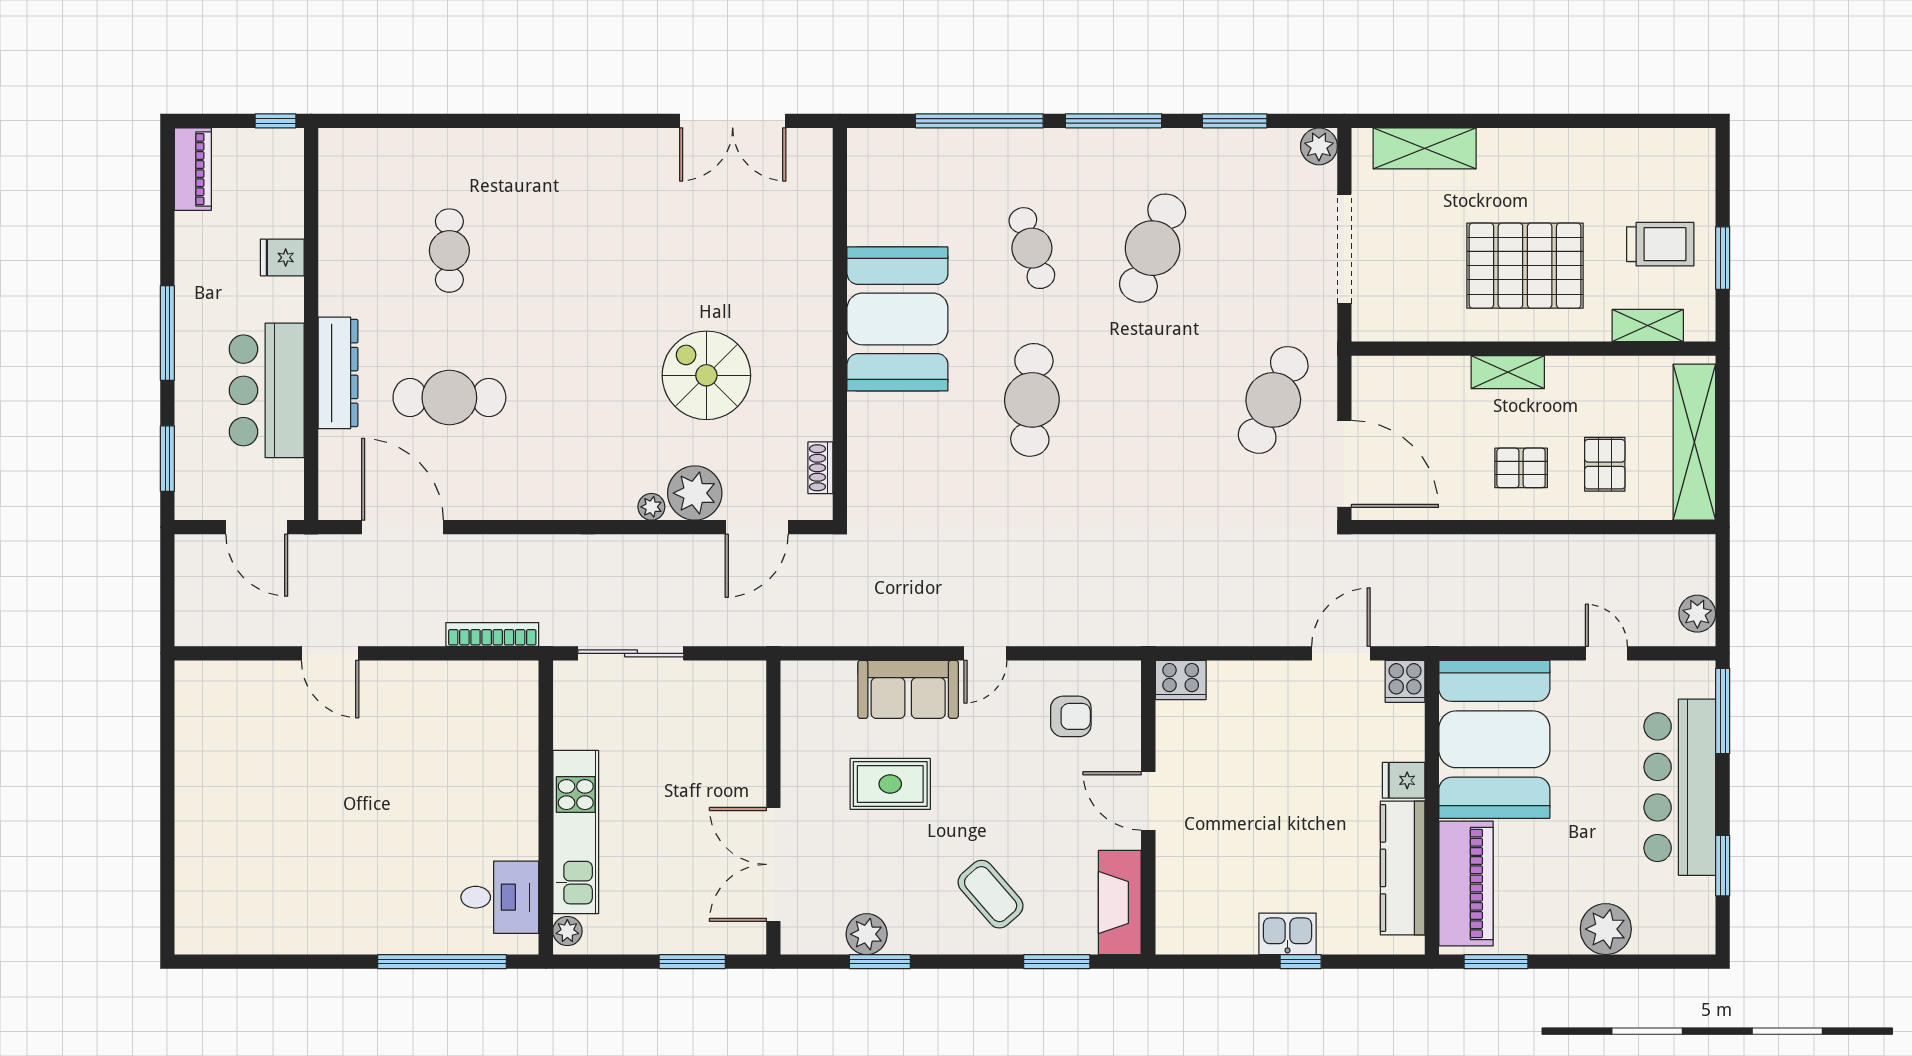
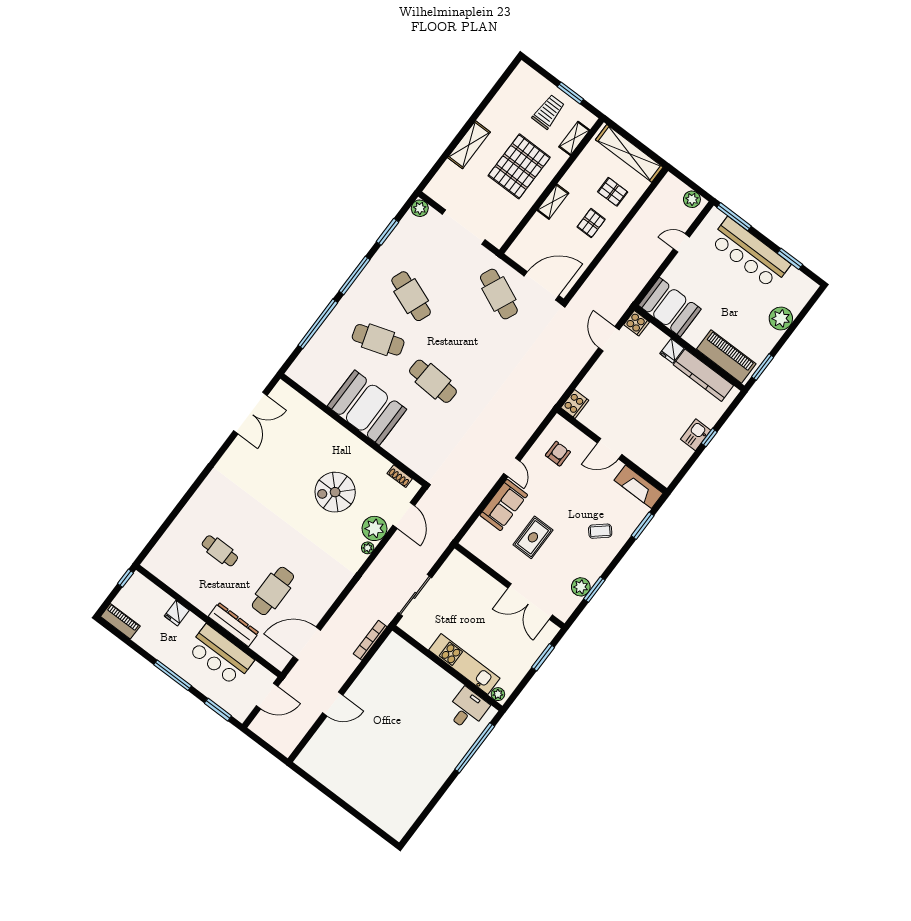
shelving: (1425, 148) -> (469, 145), moved
cafe table: (1032, 248) -> (378, 340), width x1.37, depth x1.35
booth: (1494, 739) -> (670, 307), width x0.73, depth x0.70
coffee table: (991, 894) -> (600, 531), width x0.73, depth x0.77

